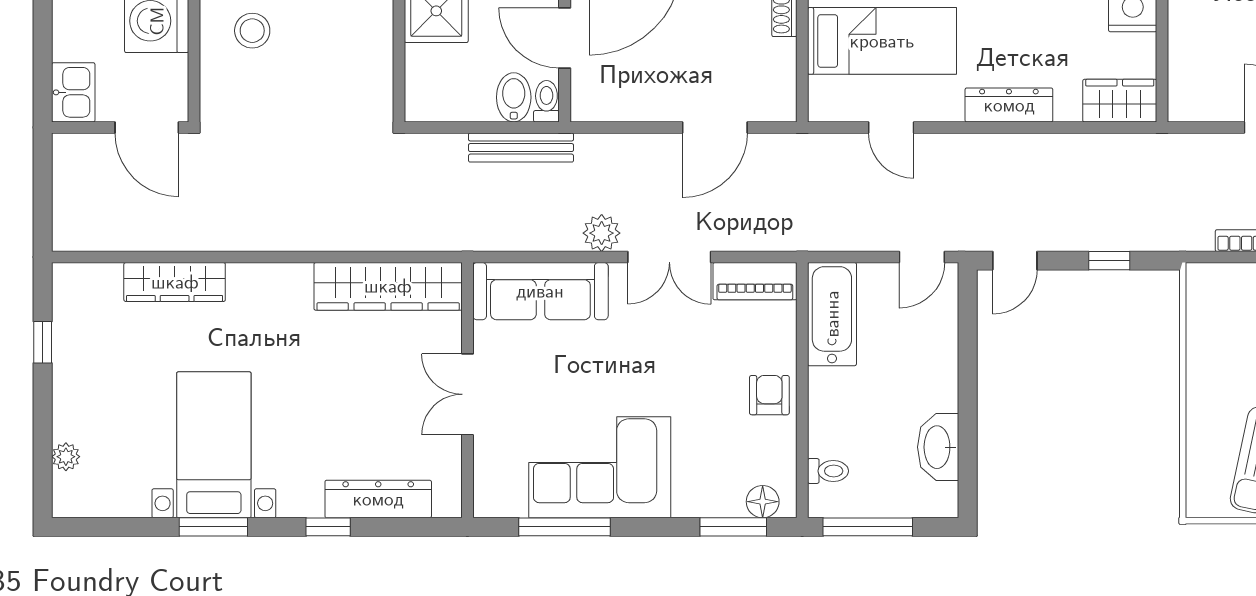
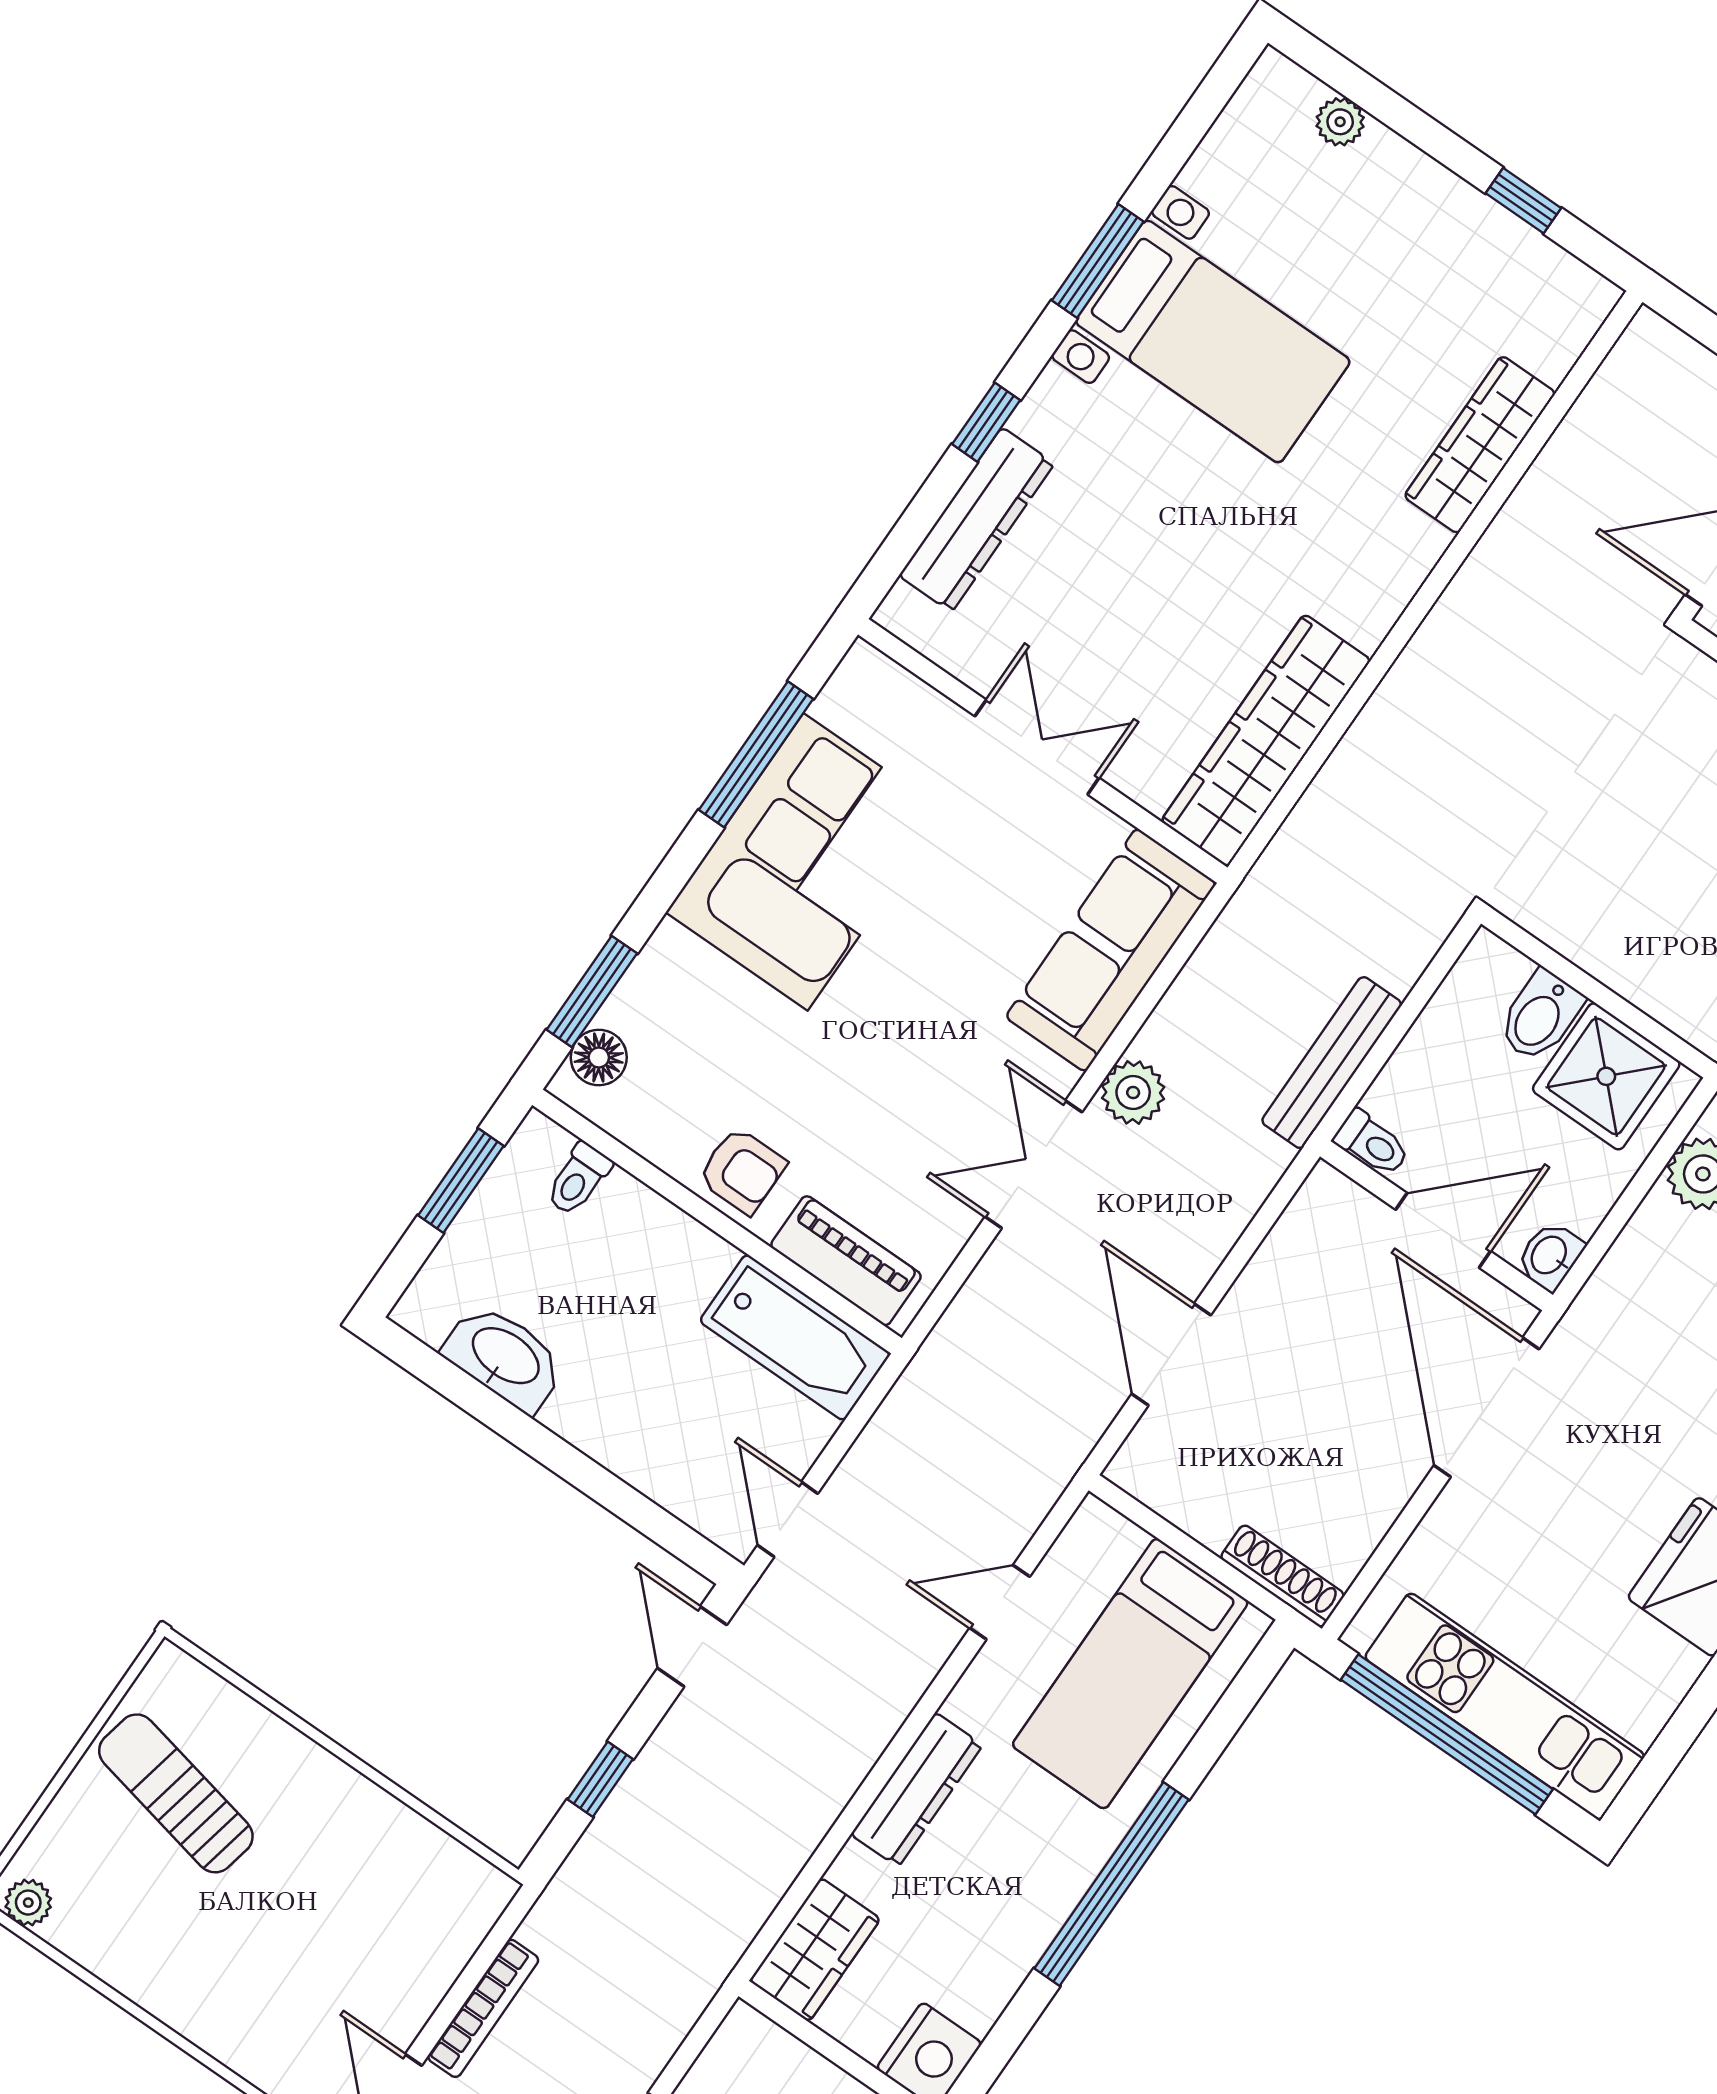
bidet: (514, 97) -> (1540, 1016), moved, turned 90
piano: (755, 281) -> (846, 1261), moved, turned 90
window: (868, 527) -> (461, 1181), width x0.69

